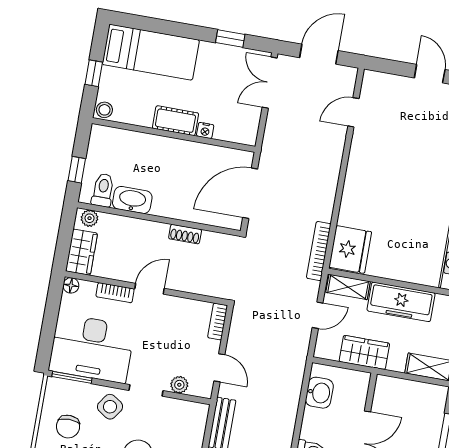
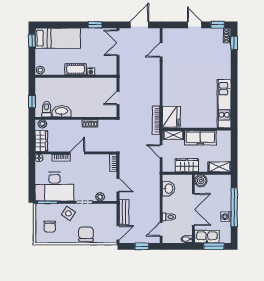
window: (94, 73) -> (32, 41), moved
door: (250, 193) -> (118, 98), width x0.53
door: (318, 315) -> (161, 151), swing flipped
boiler: (387, 388) -> (201, 181), added

